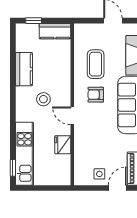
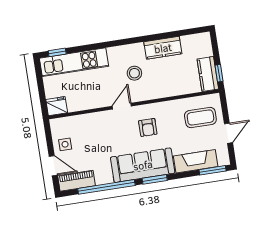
window: (34, 21) -> (219, 73), moved
coffee table: (96, 64) -> (200, 117), moved
armchair: (96, 95) -> (148, 127), turned 180
fridge: (63, 145) -> (57, 106), moved

